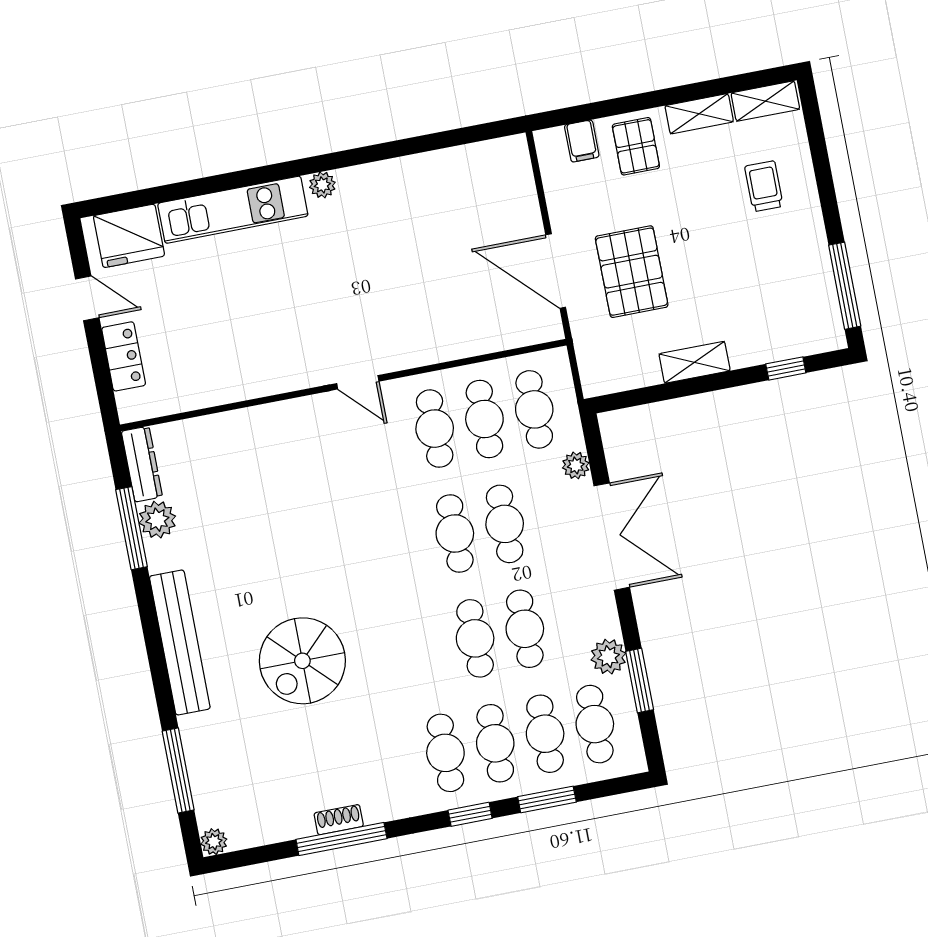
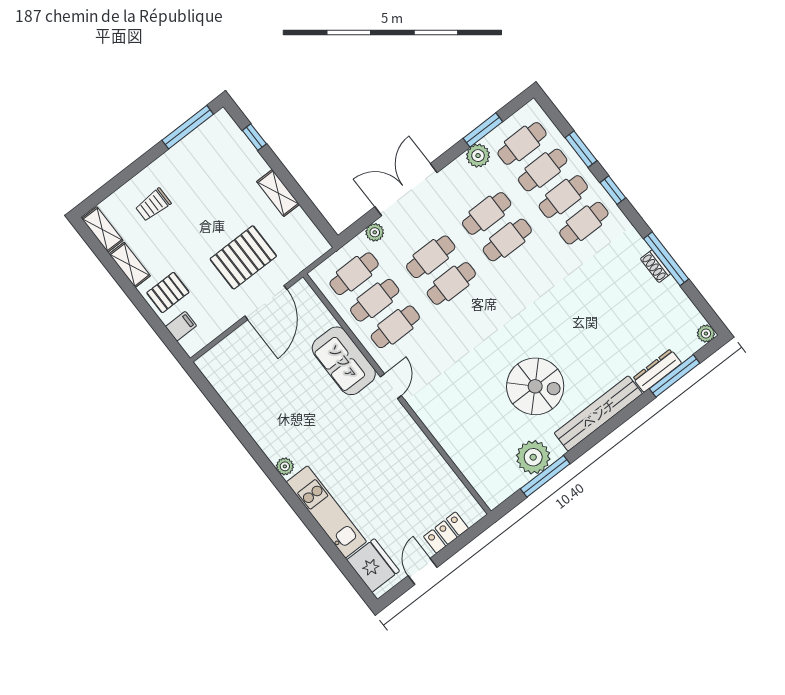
sofa: (424, 336) -> (344, 361), added
dresser: (142, 464) -> (657, 371), moved
plant: (157, 520) -> (533, 457), width x1.36, depth x1.36
spiral stairs: (302, 661) -> (535, 386), moved

